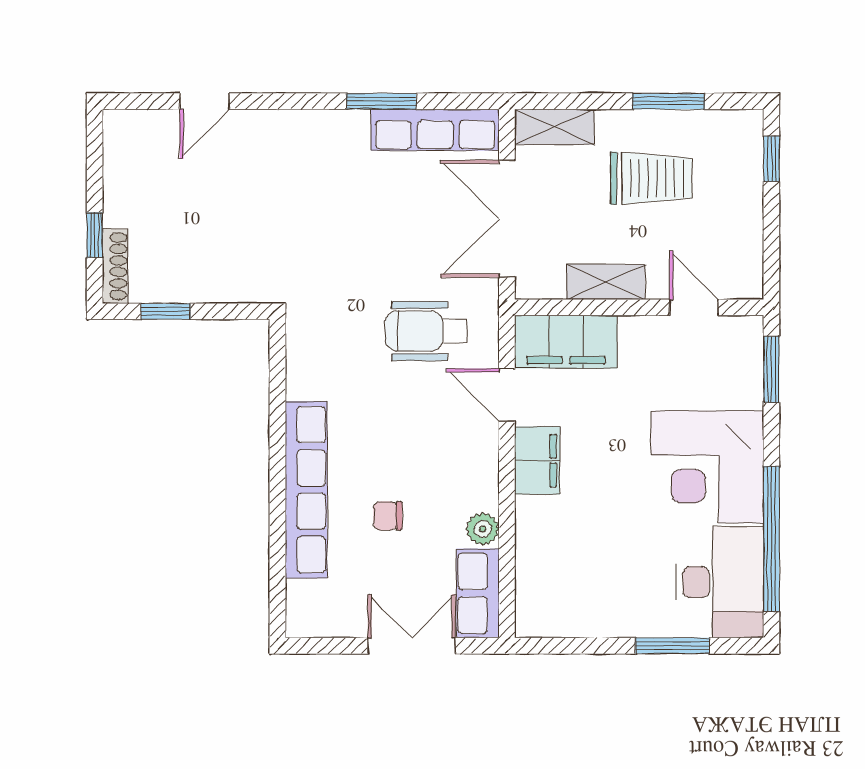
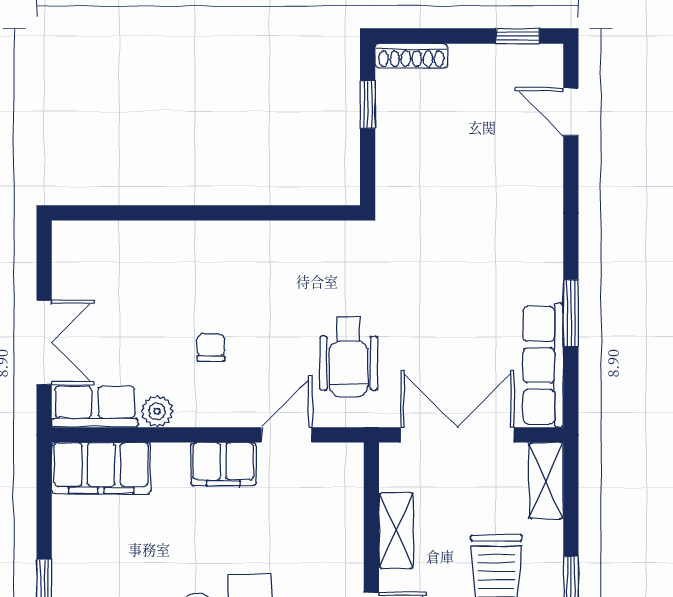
door: (205, 101) -> (571, 112), moved
window: (95, 235) -> (518, 36), moved
wheelchair: (426, 331) -> (349, 357), turned 180
filing cabinet: (566, 342) -> (101, 468), moved, turned -90
row of seats: (306, 490) -> (195, 241), removed
chair: (388, 516) -> (211, 347), moved

